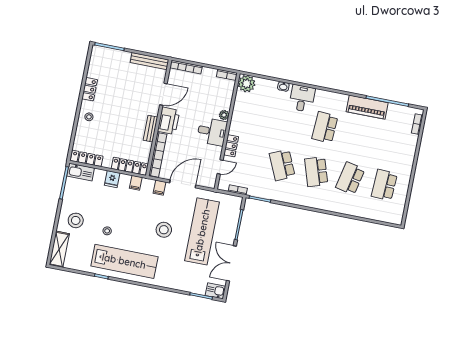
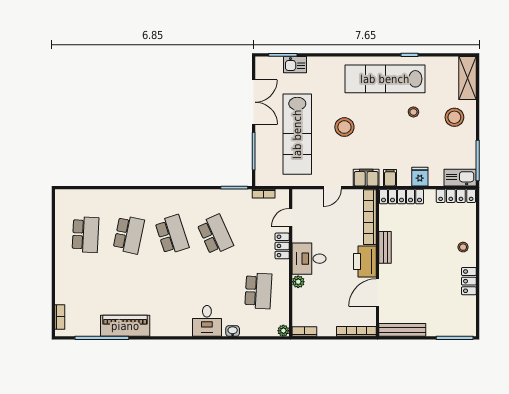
plant: (247, 84) -> (283, 331), width x0.53, depth x0.53
school desk: (325, 127) -> (258, 291), moved
door: (183, 184) -> (332, 188), width x0.53
filing cabinet: (160, 188) -> (366, 178), width x2.00
kitchen sink: (215, 291) -> (295, 65), moved

